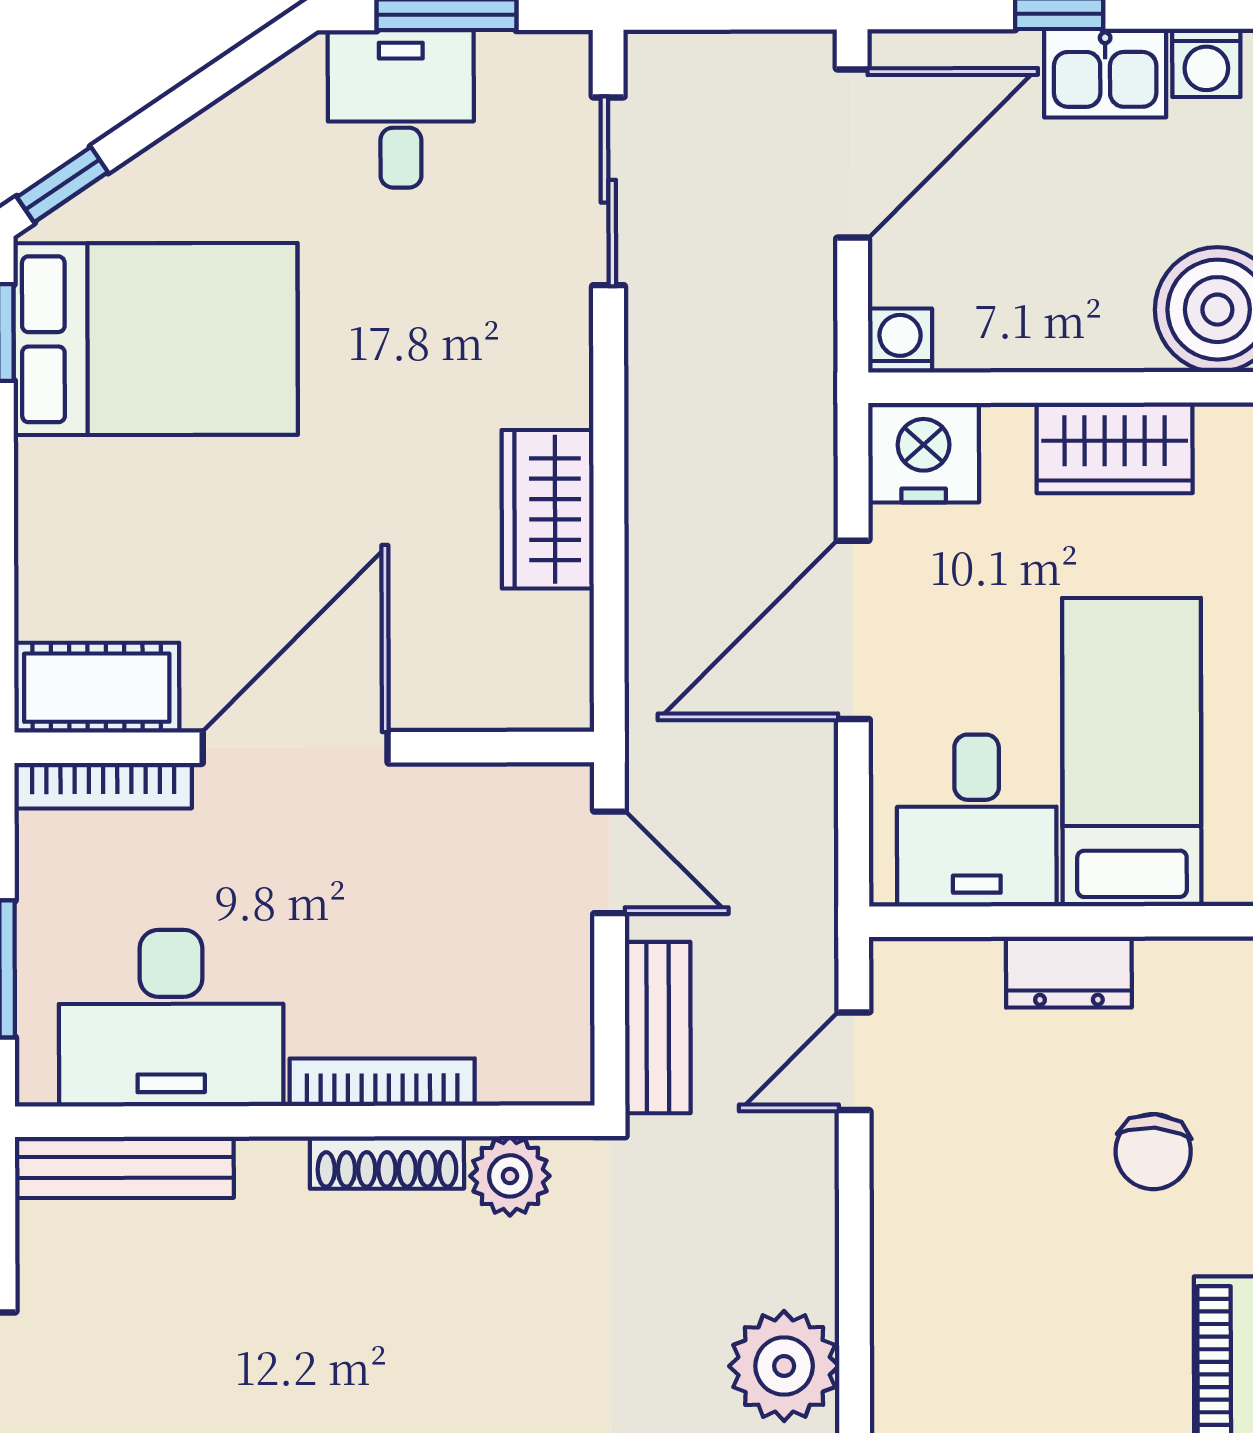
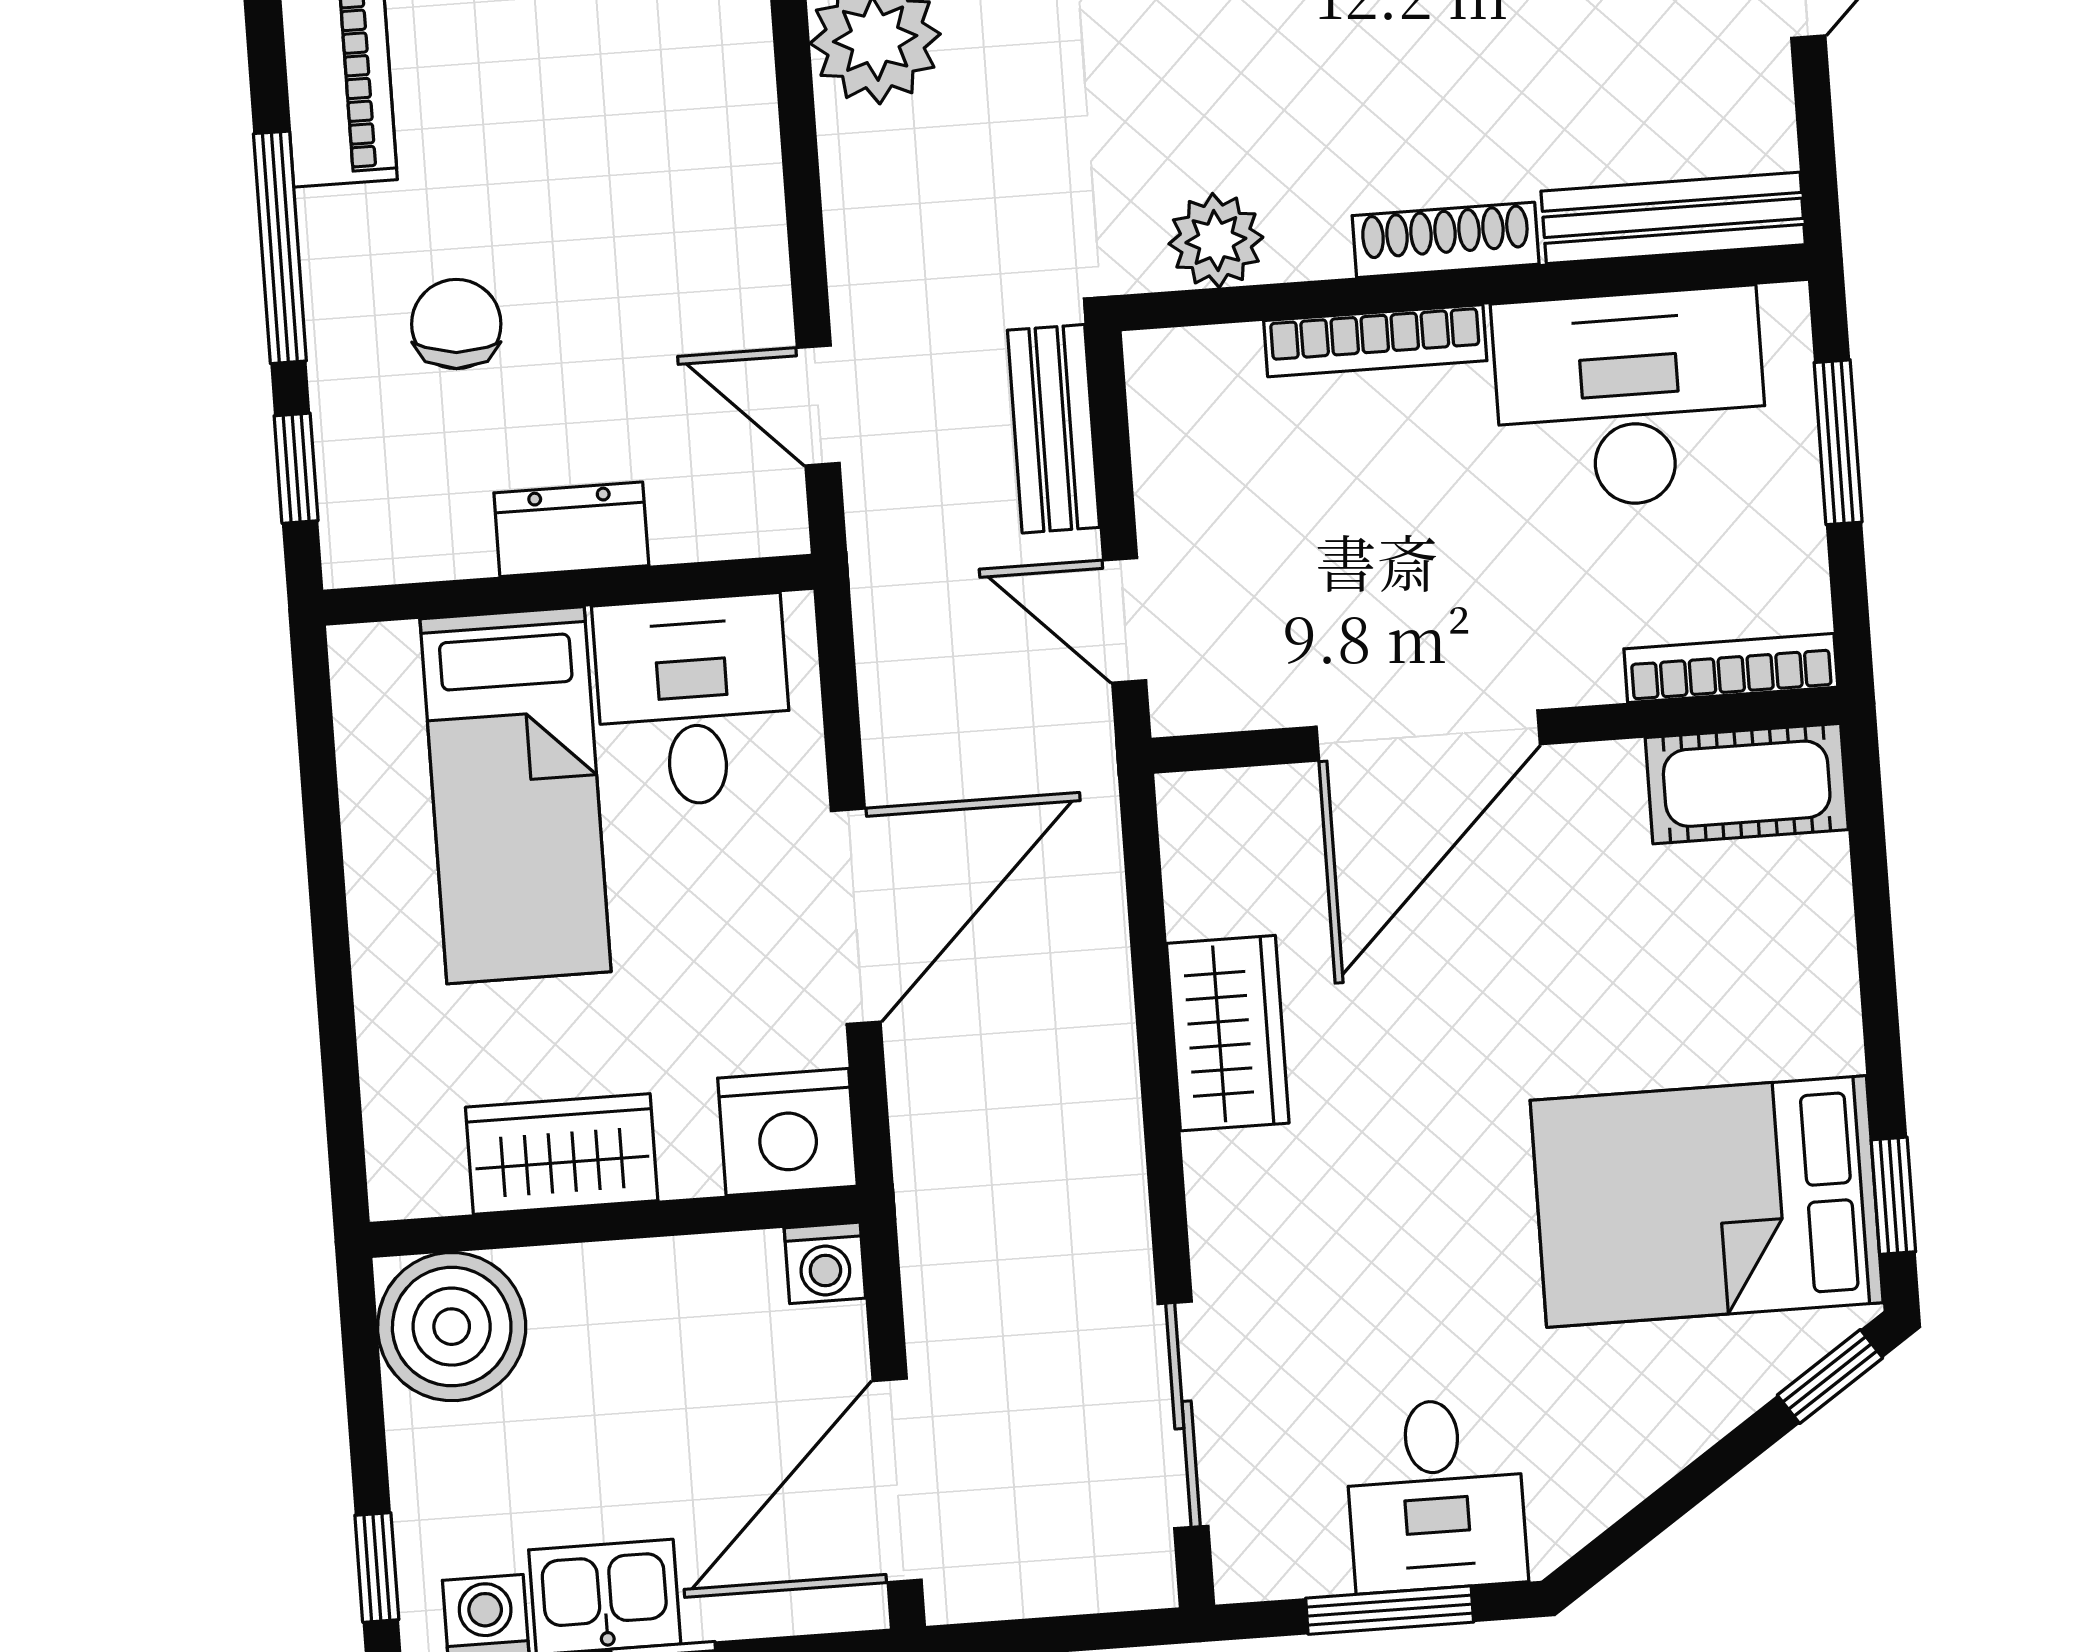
door: (295, 747) -> (1428, 735), moved
door: (854, 1061) -> (818, 405), swing flipped
shoe rack: (387, 1163) -> (1446, 240), moved

